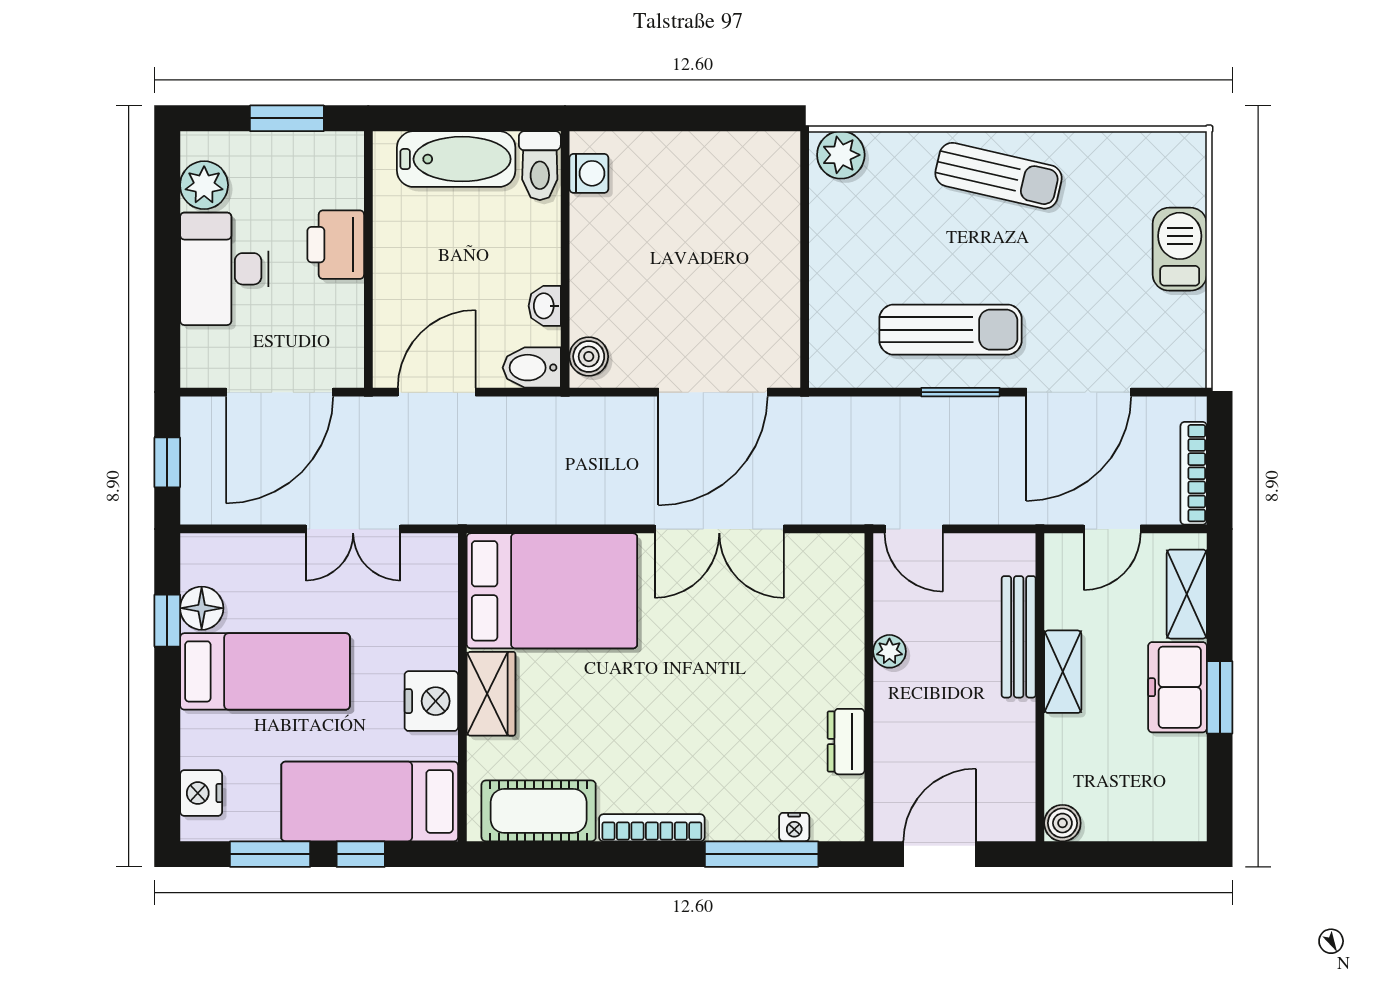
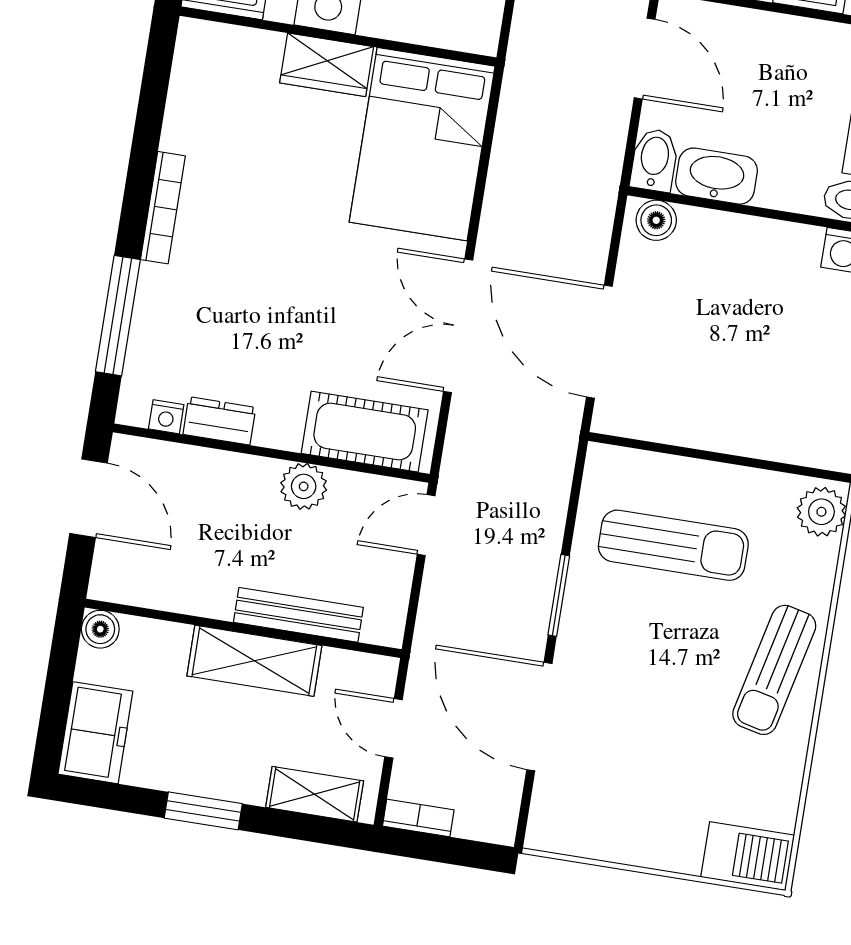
barbecue: (1180, 249) -> (748, 856), moved
washbasin: (545, 306) -> (716, 176), width x1.91, depth x1.45
sun lounger: (951, 330) -> (673, 545), moved, turned -90
bookcase: (1194, 473) -> (418, 818), width x0.64
plant: (889, 651) -> (304, 486), width x1.38, depth x1.38
shelving: (1063, 672) -> (254, 661), width x1.50, depth x1.33
freezer: (1177, 687) -> (95, 733), moved, turned 90
cot: (539, 811) -> (365, 432), moved, turned 90
nightstand: (794, 827) -> (166, 417), moved, turned -90

